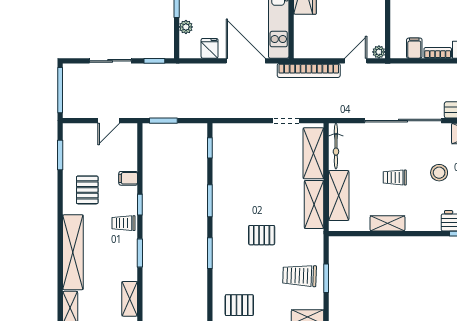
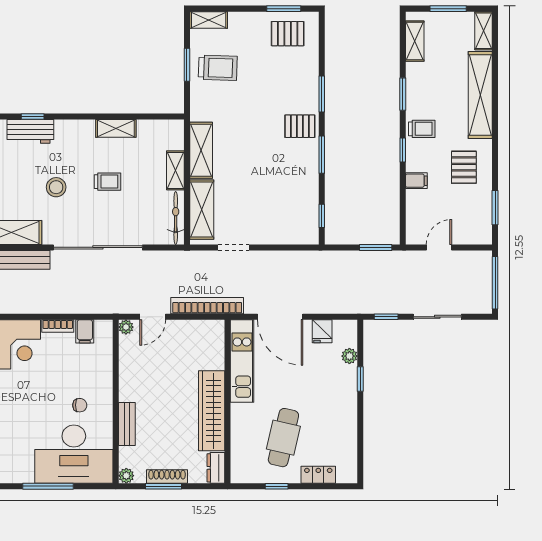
shelving: (339, 196) -> (175, 170), width x0.67, depth x0.75
pallet: (262, 235) -> (300, 126), moved

